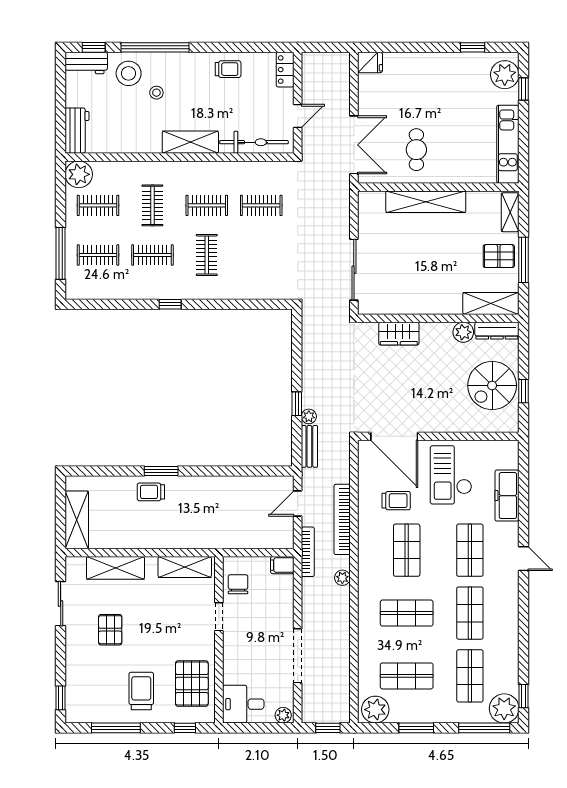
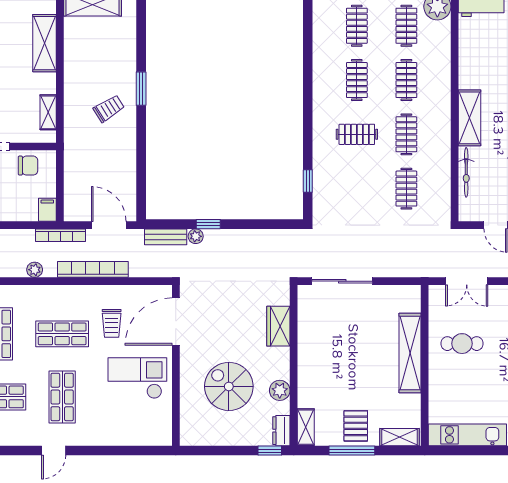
bicycle: (254, 142) -> (466, 172), width x0.73, depth x0.71
double door: (354, 145) -> (467, 281), width x0.73
clothes rail: (152, 205) -> (406, 80), turned 90
shelving: (491, 303) -> (306, 427), width x0.67, depth x0.75
window: (170, 304) -> (308, 181), moved
dresser: (497, 331) -> (281, 431), width x0.70
spiral stairs: (492, 385) -> (229, 386), moved
window: (524, 391) -> (270, 451), moved
trolley: (151, 492) -> (109, 108), moved, turned 58
freezer: (507, 496) -> (117, 434), removed
door: (298, 503) -> (109, 225), width x1.38
shop shelf: (470, 550) -> (62, 397), turned 90
shelving: (185, 567) -> (48, 112), width x0.67, depth x0.75

